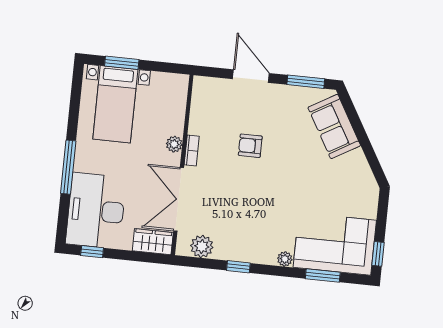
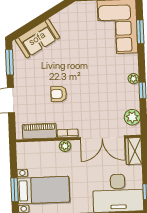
piano: (201, 110) -> (39, 131), added
armchair: (250, 146) -> (59, 94), turned 90
plant: (285, 259) -> (133, 79), moved

